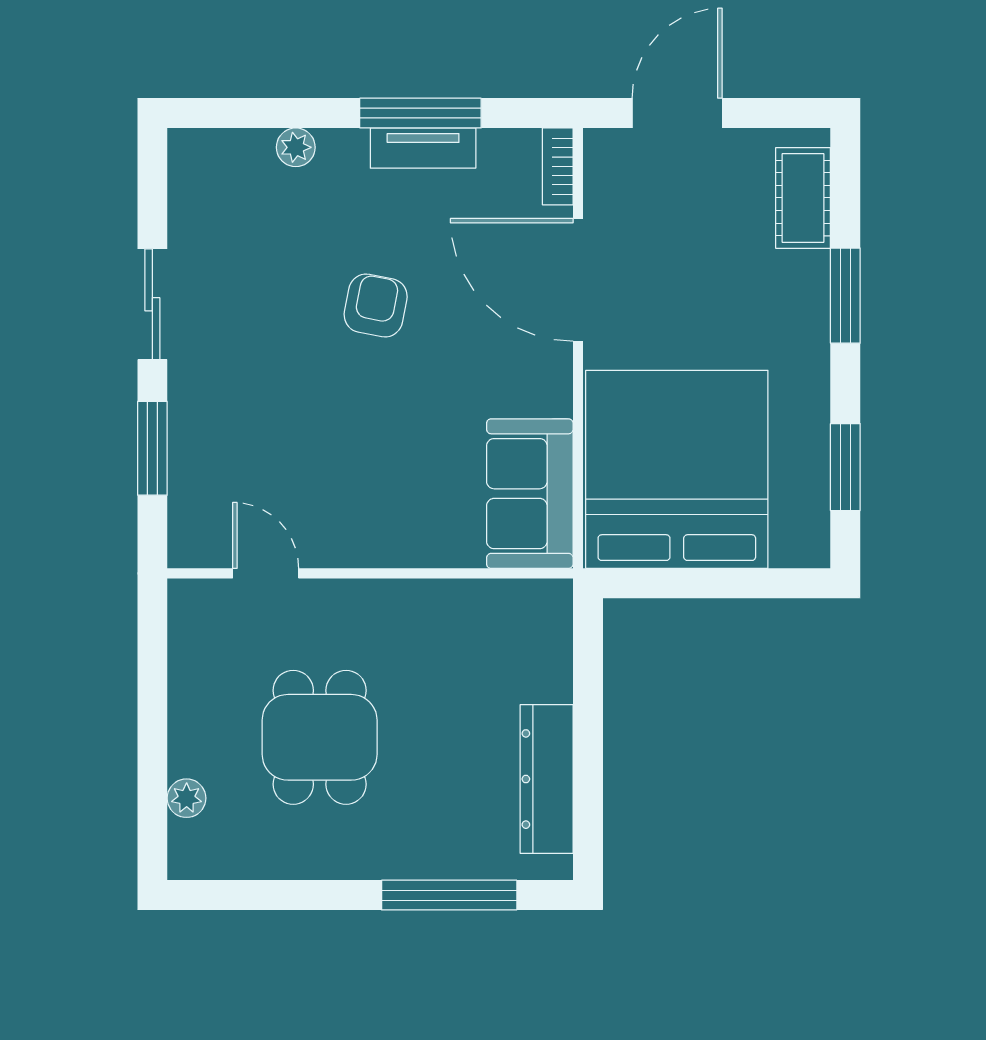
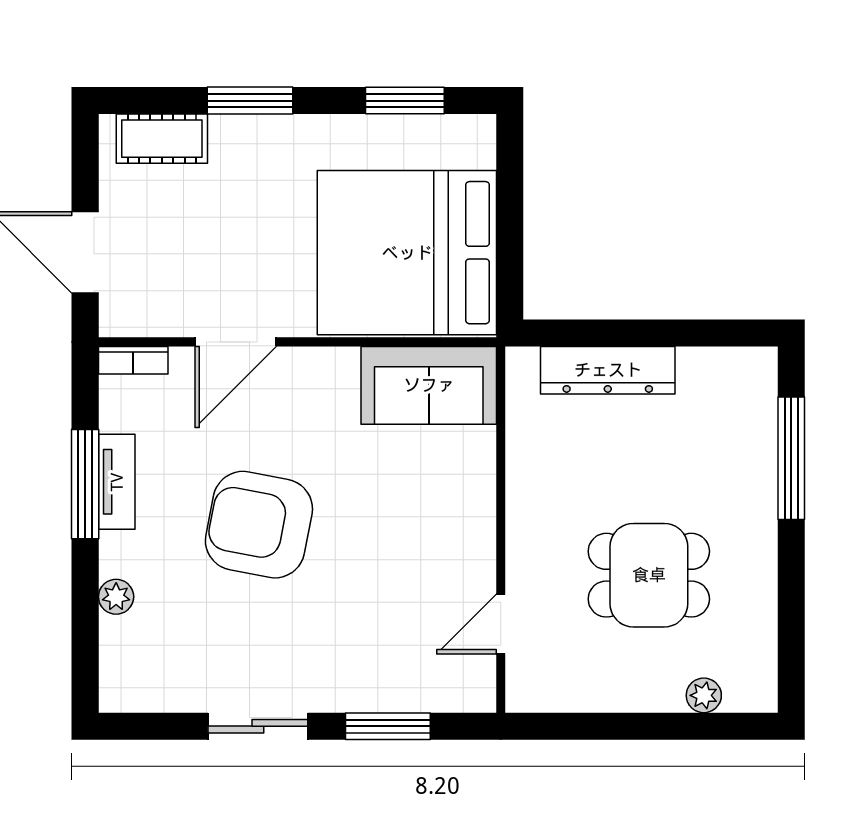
door: (578, 280) -> (236, 342), width x0.73
armchair: (376, 306) -> (259, 525), width x1.88, depth x1.88
dresser: (547, 779) -> (608, 370), moved

